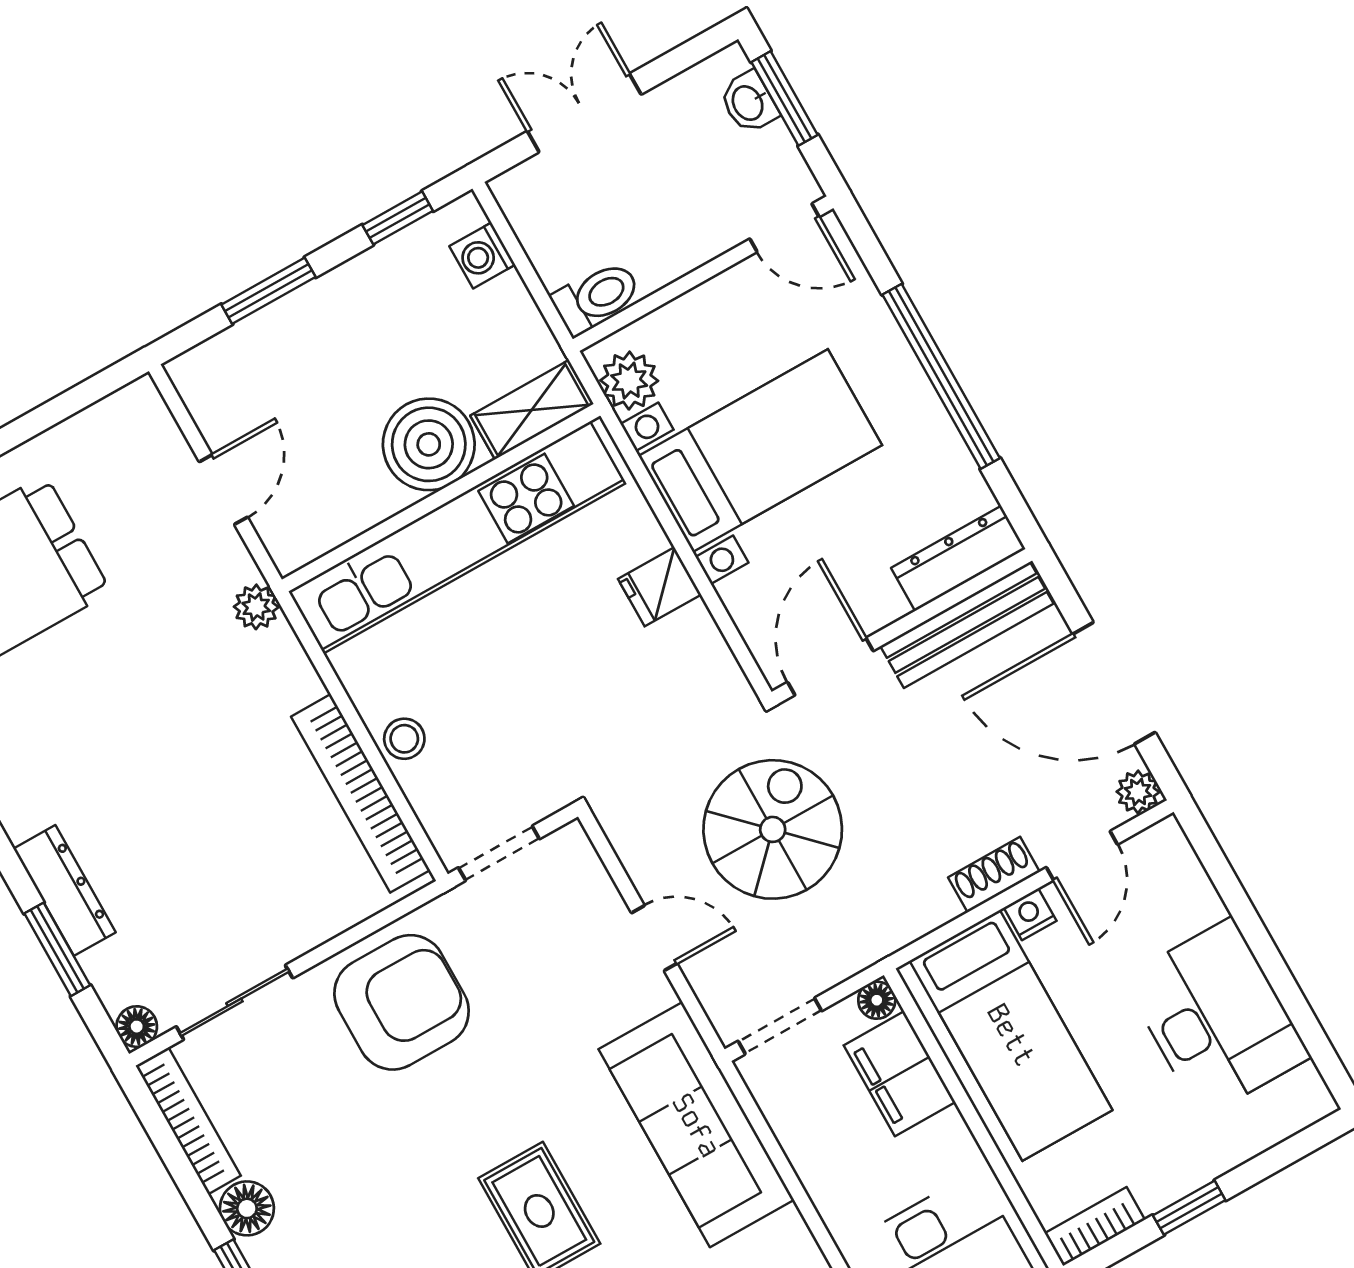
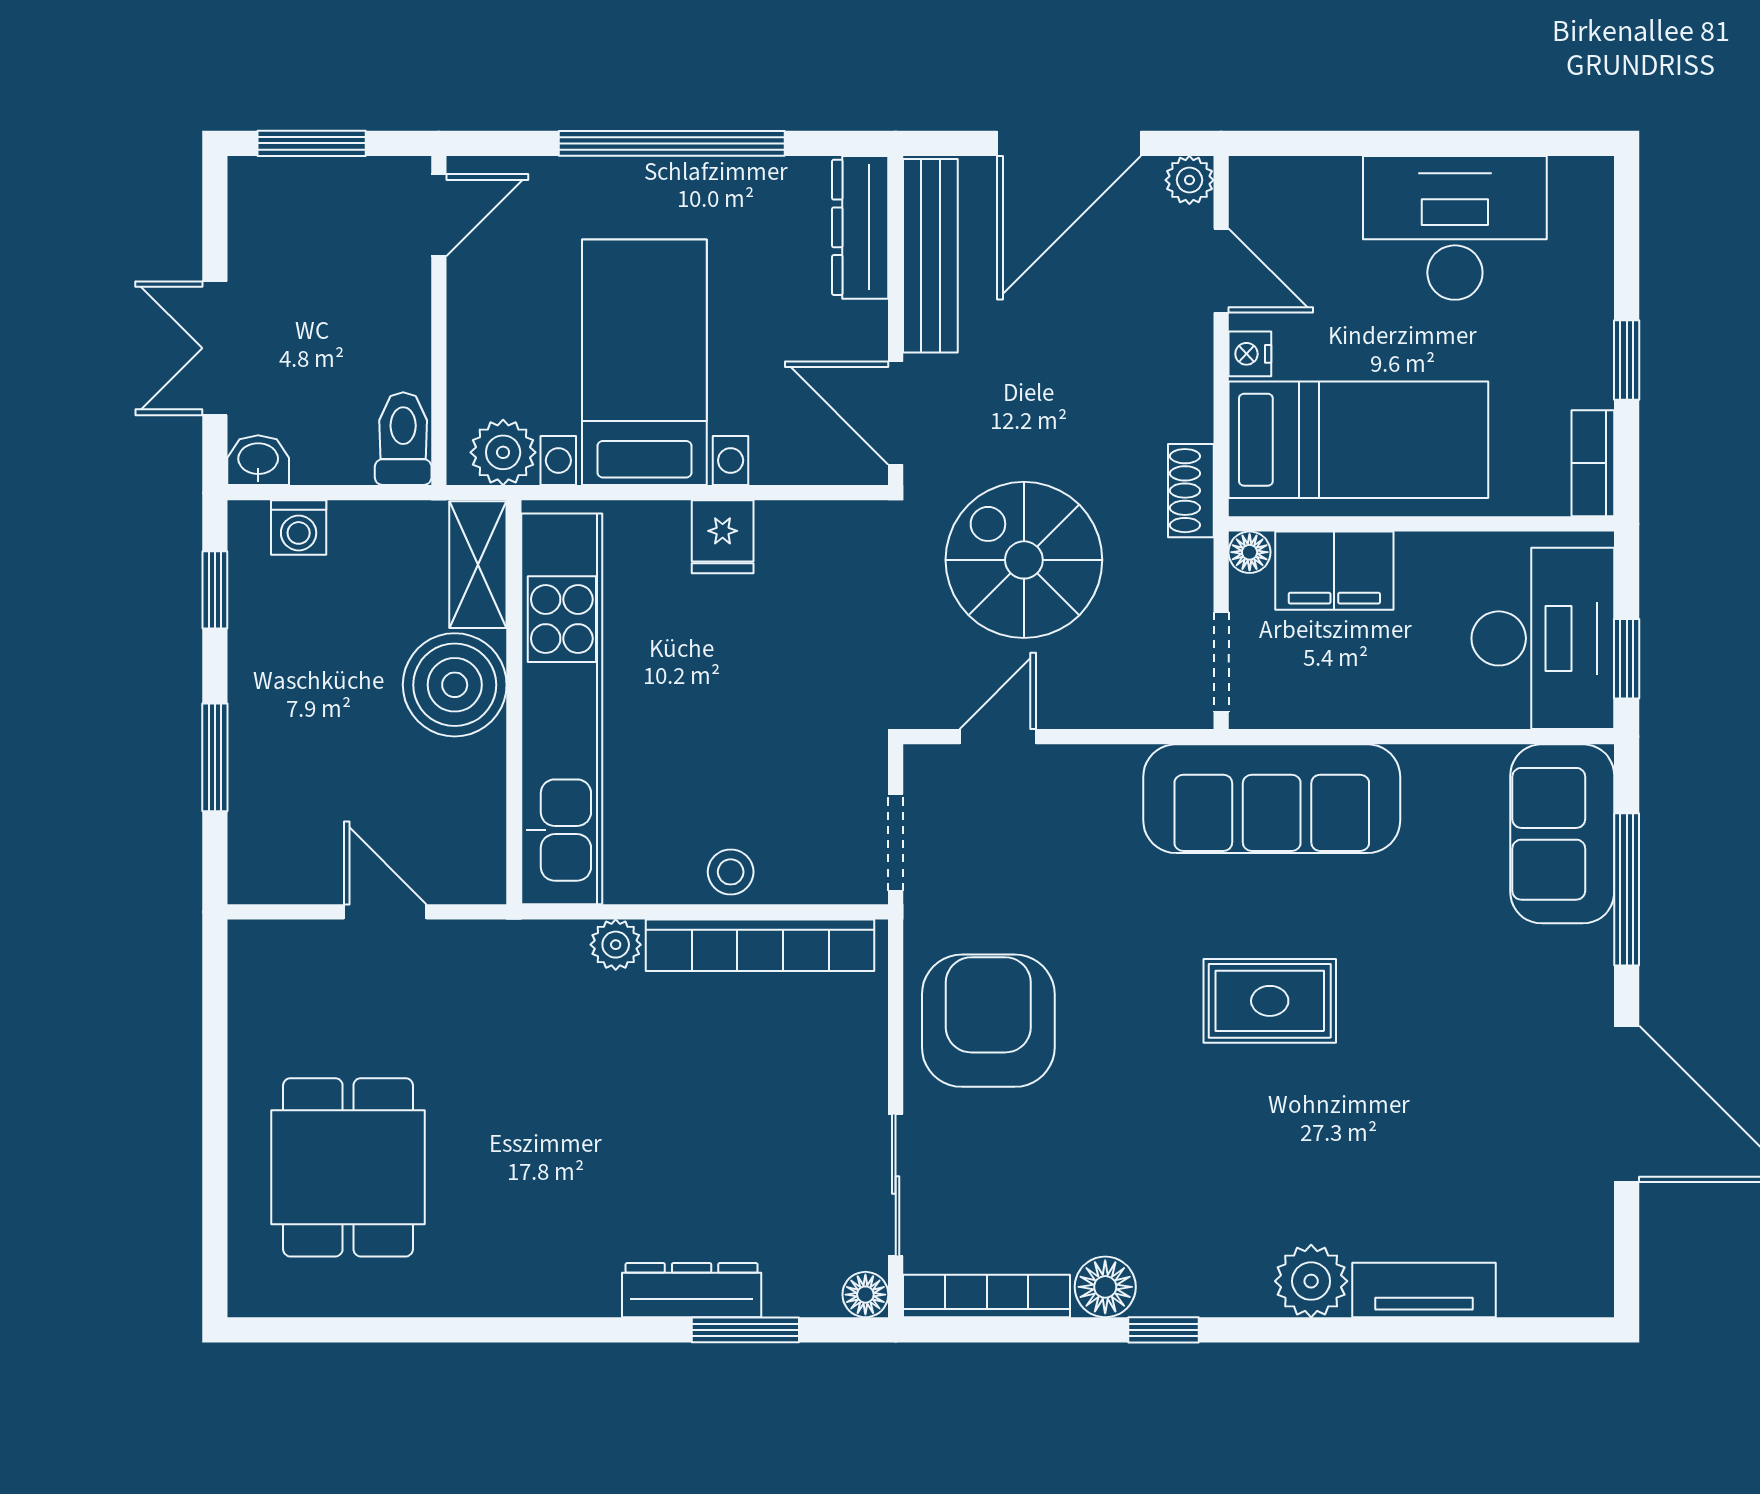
washbasin: (749, 102) -> (258, 460), moved, turned 180
plant: (256, 607) -> (616, 945), moved
shoe rack: (994, 875) -> (1191, 491), moved
door: (654, 938) -> (998, 737), moved

